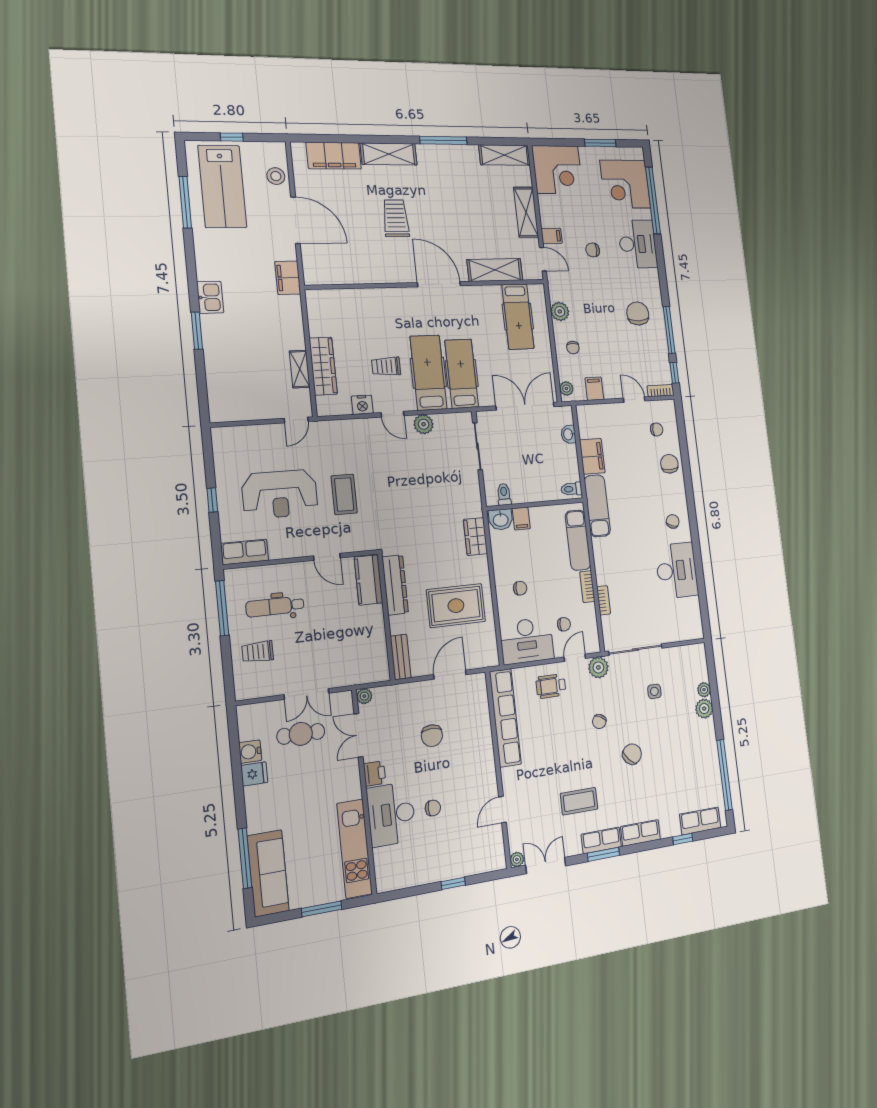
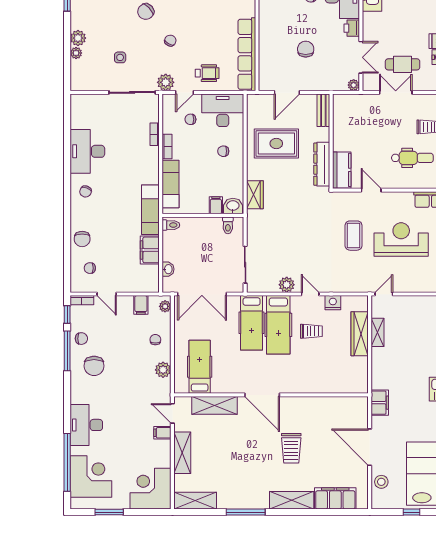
chair: (593, 250) -> (81, 339), moved

